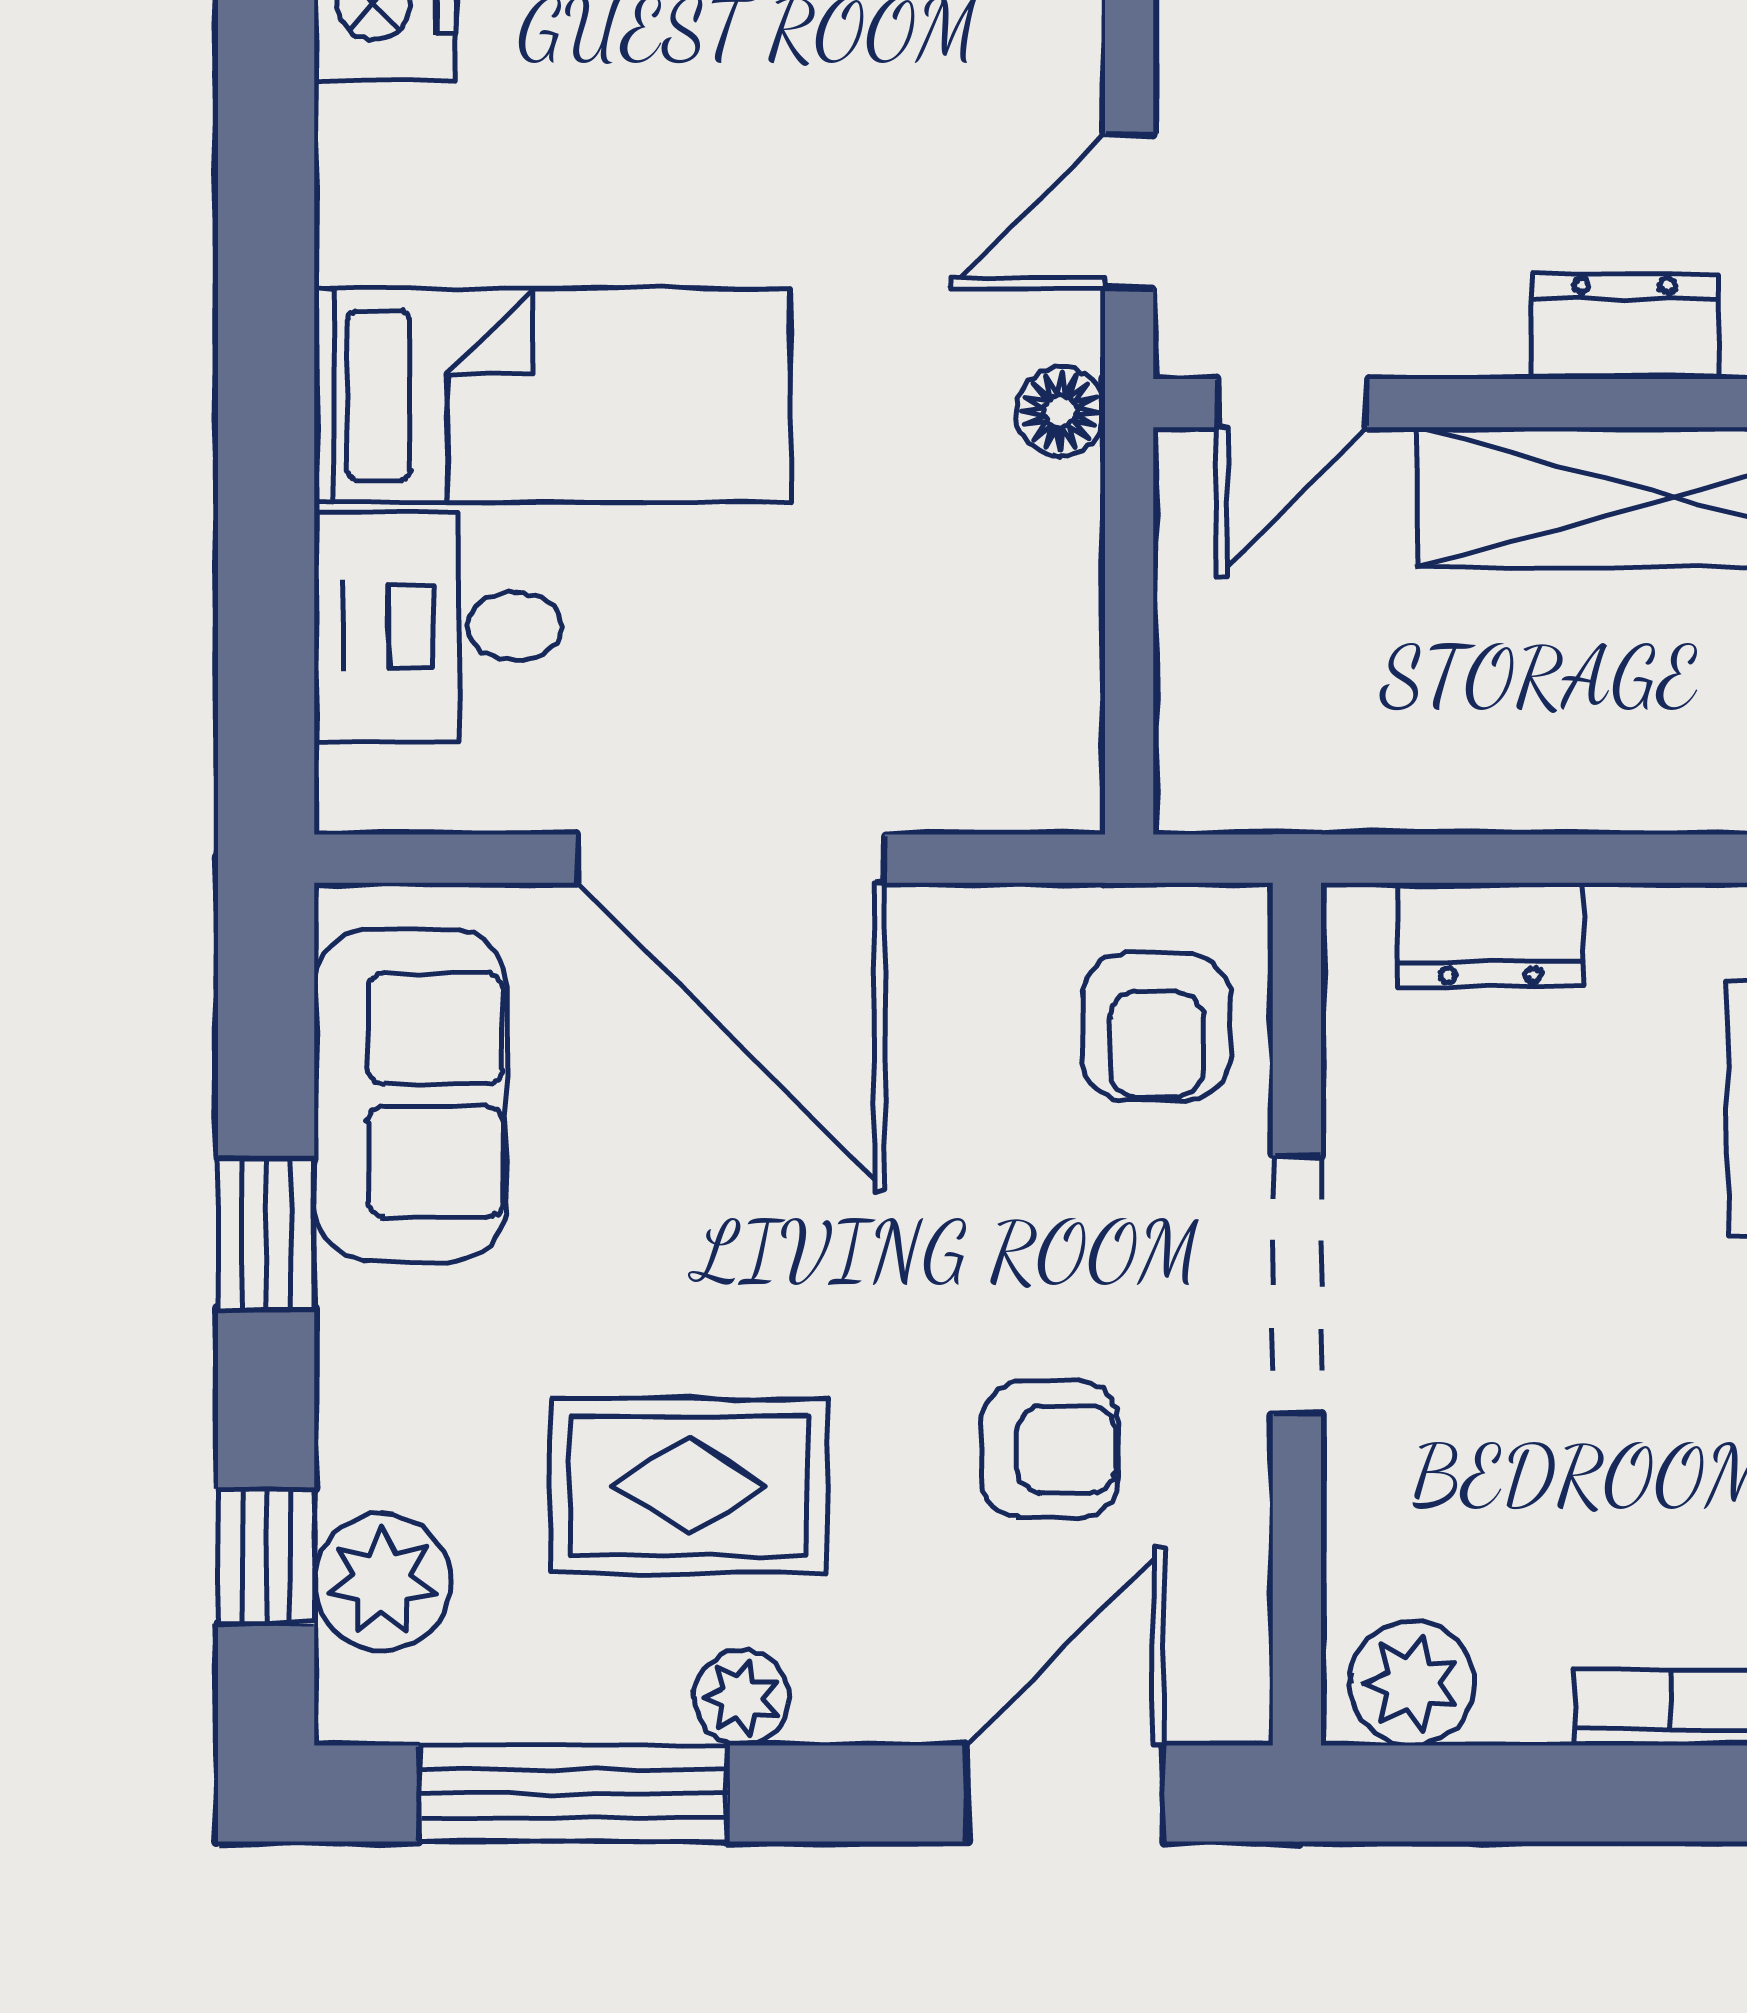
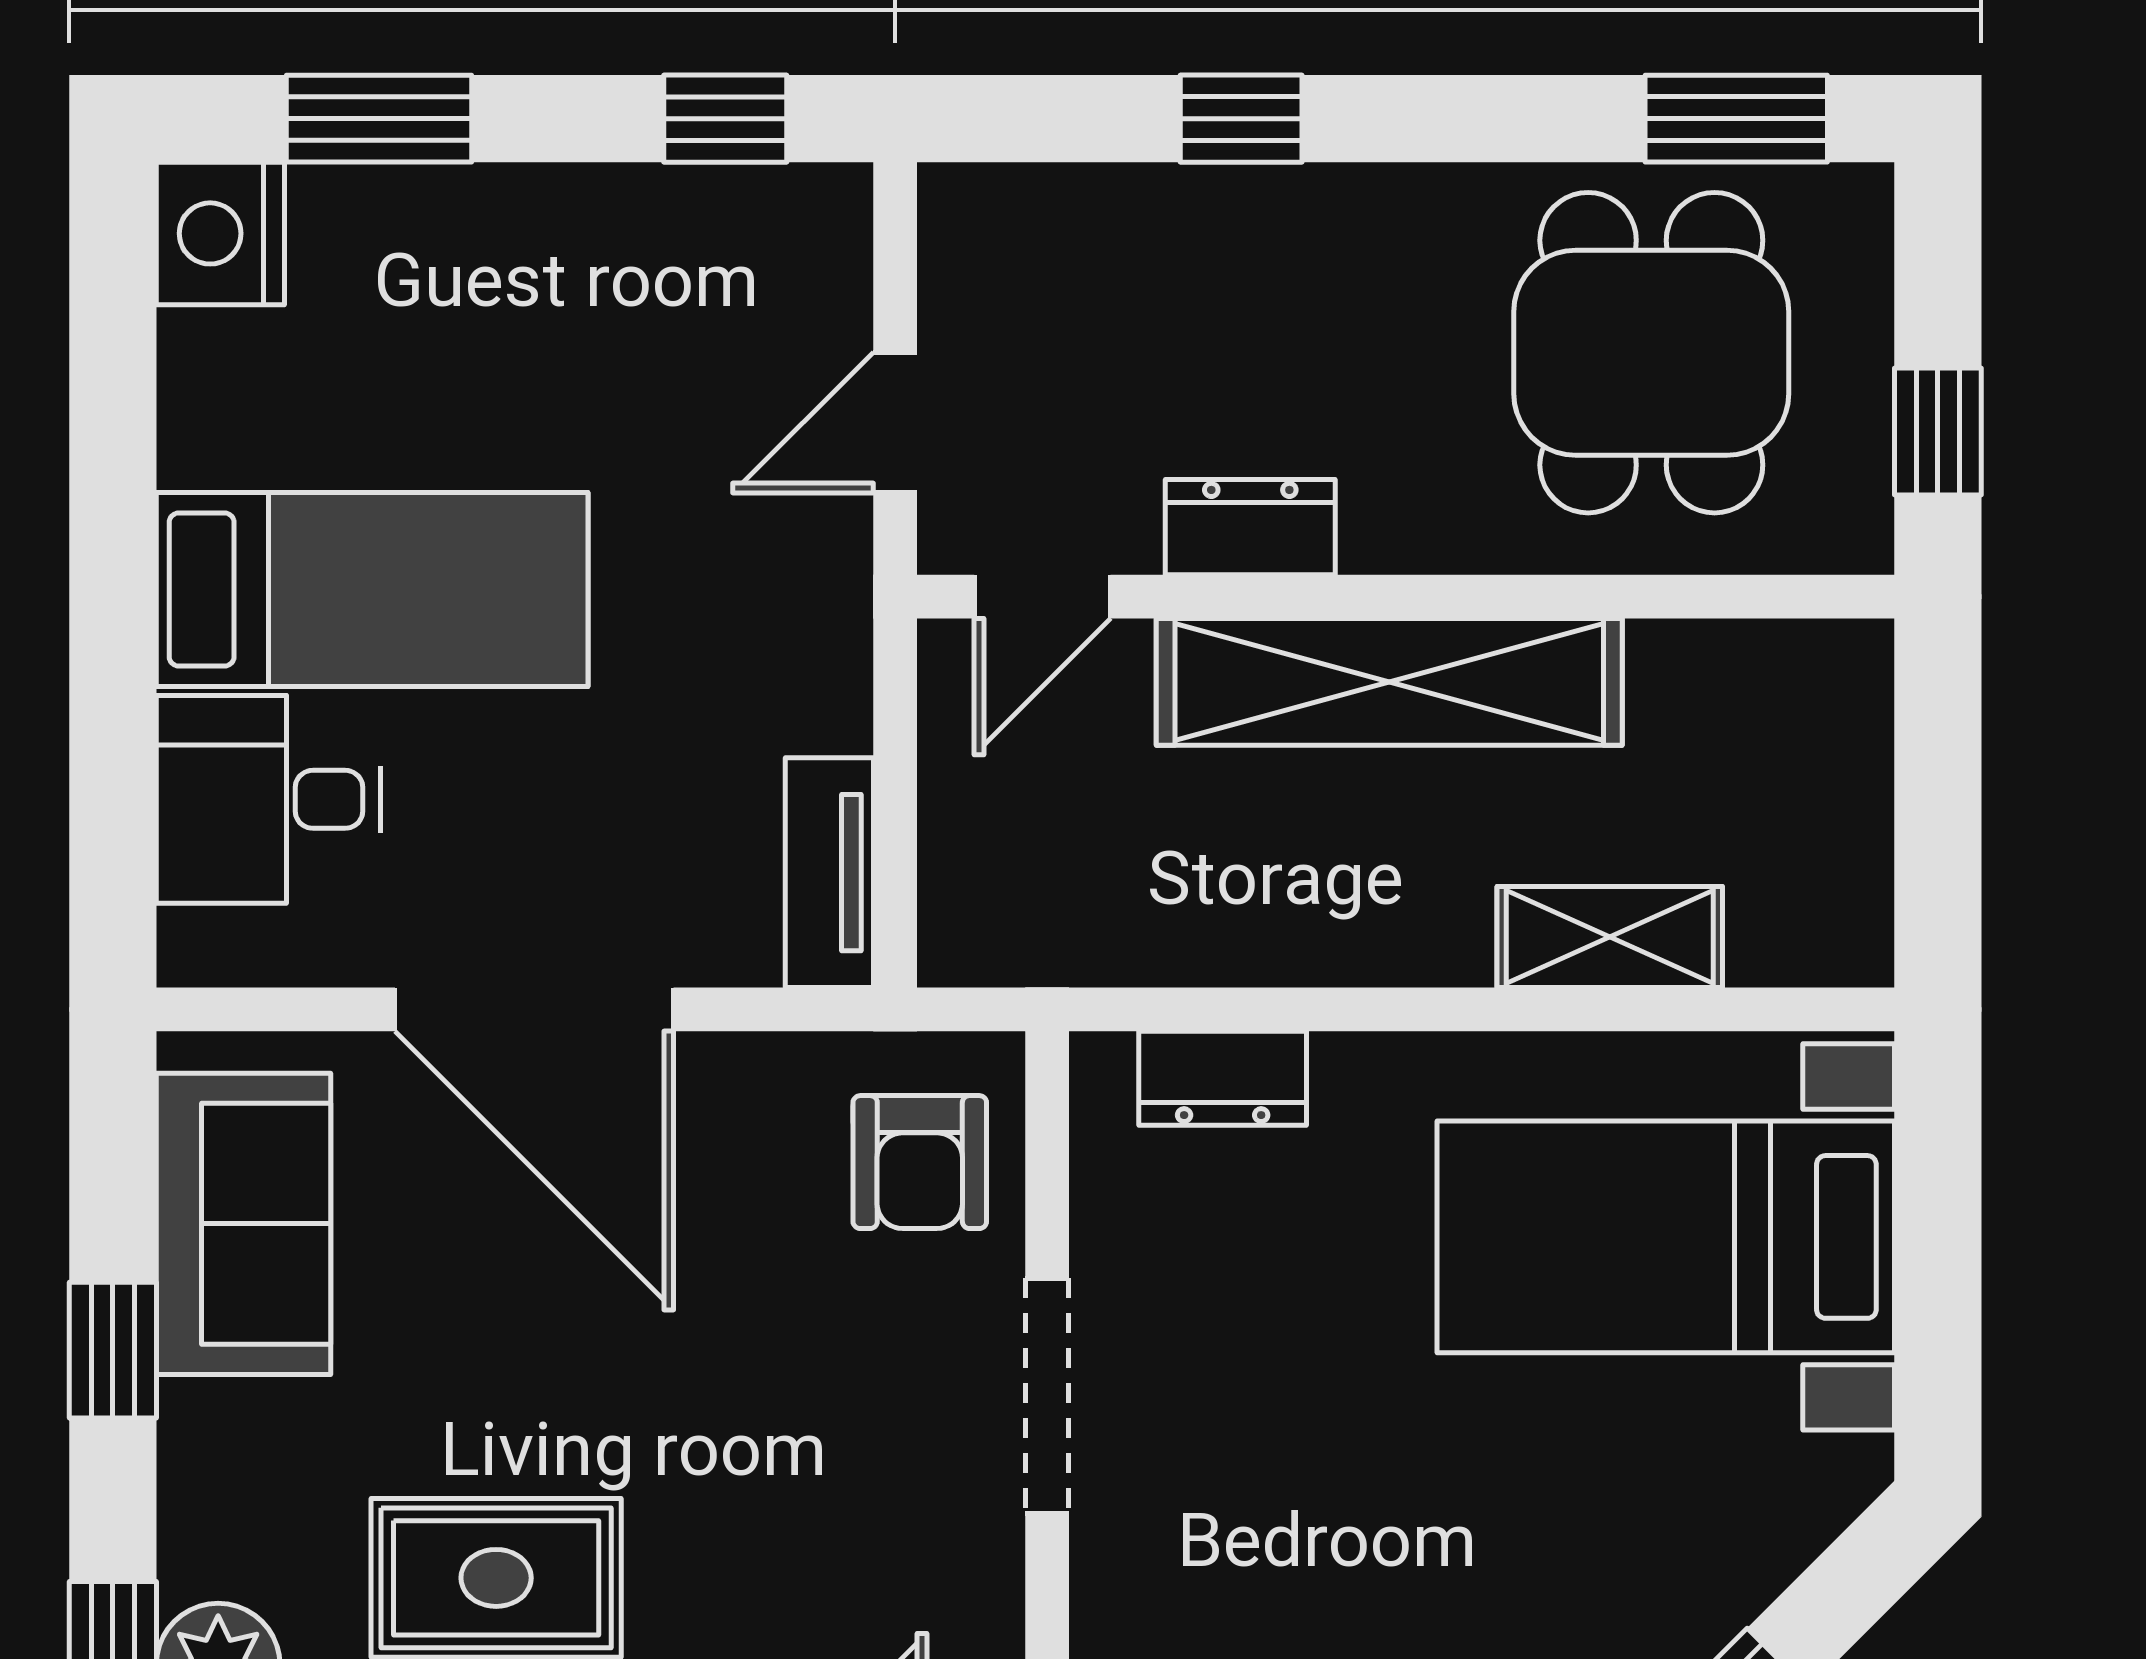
dresser: (1625, 326) -> (1250, 527), moved
floor lamp: (1060, 411) -> (833, 604), removed
tv unit: (1057, 708) -> (829, 873), added
armchair: (1050, 1449) -> (823, 1545), removed

